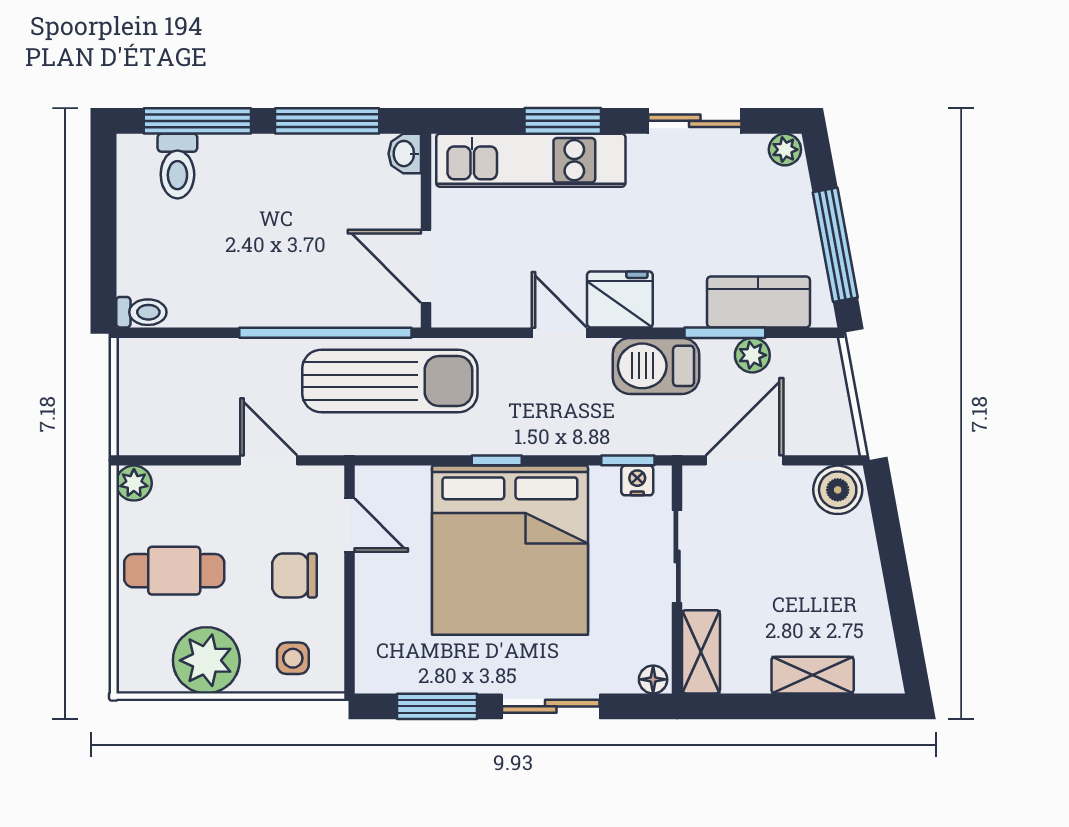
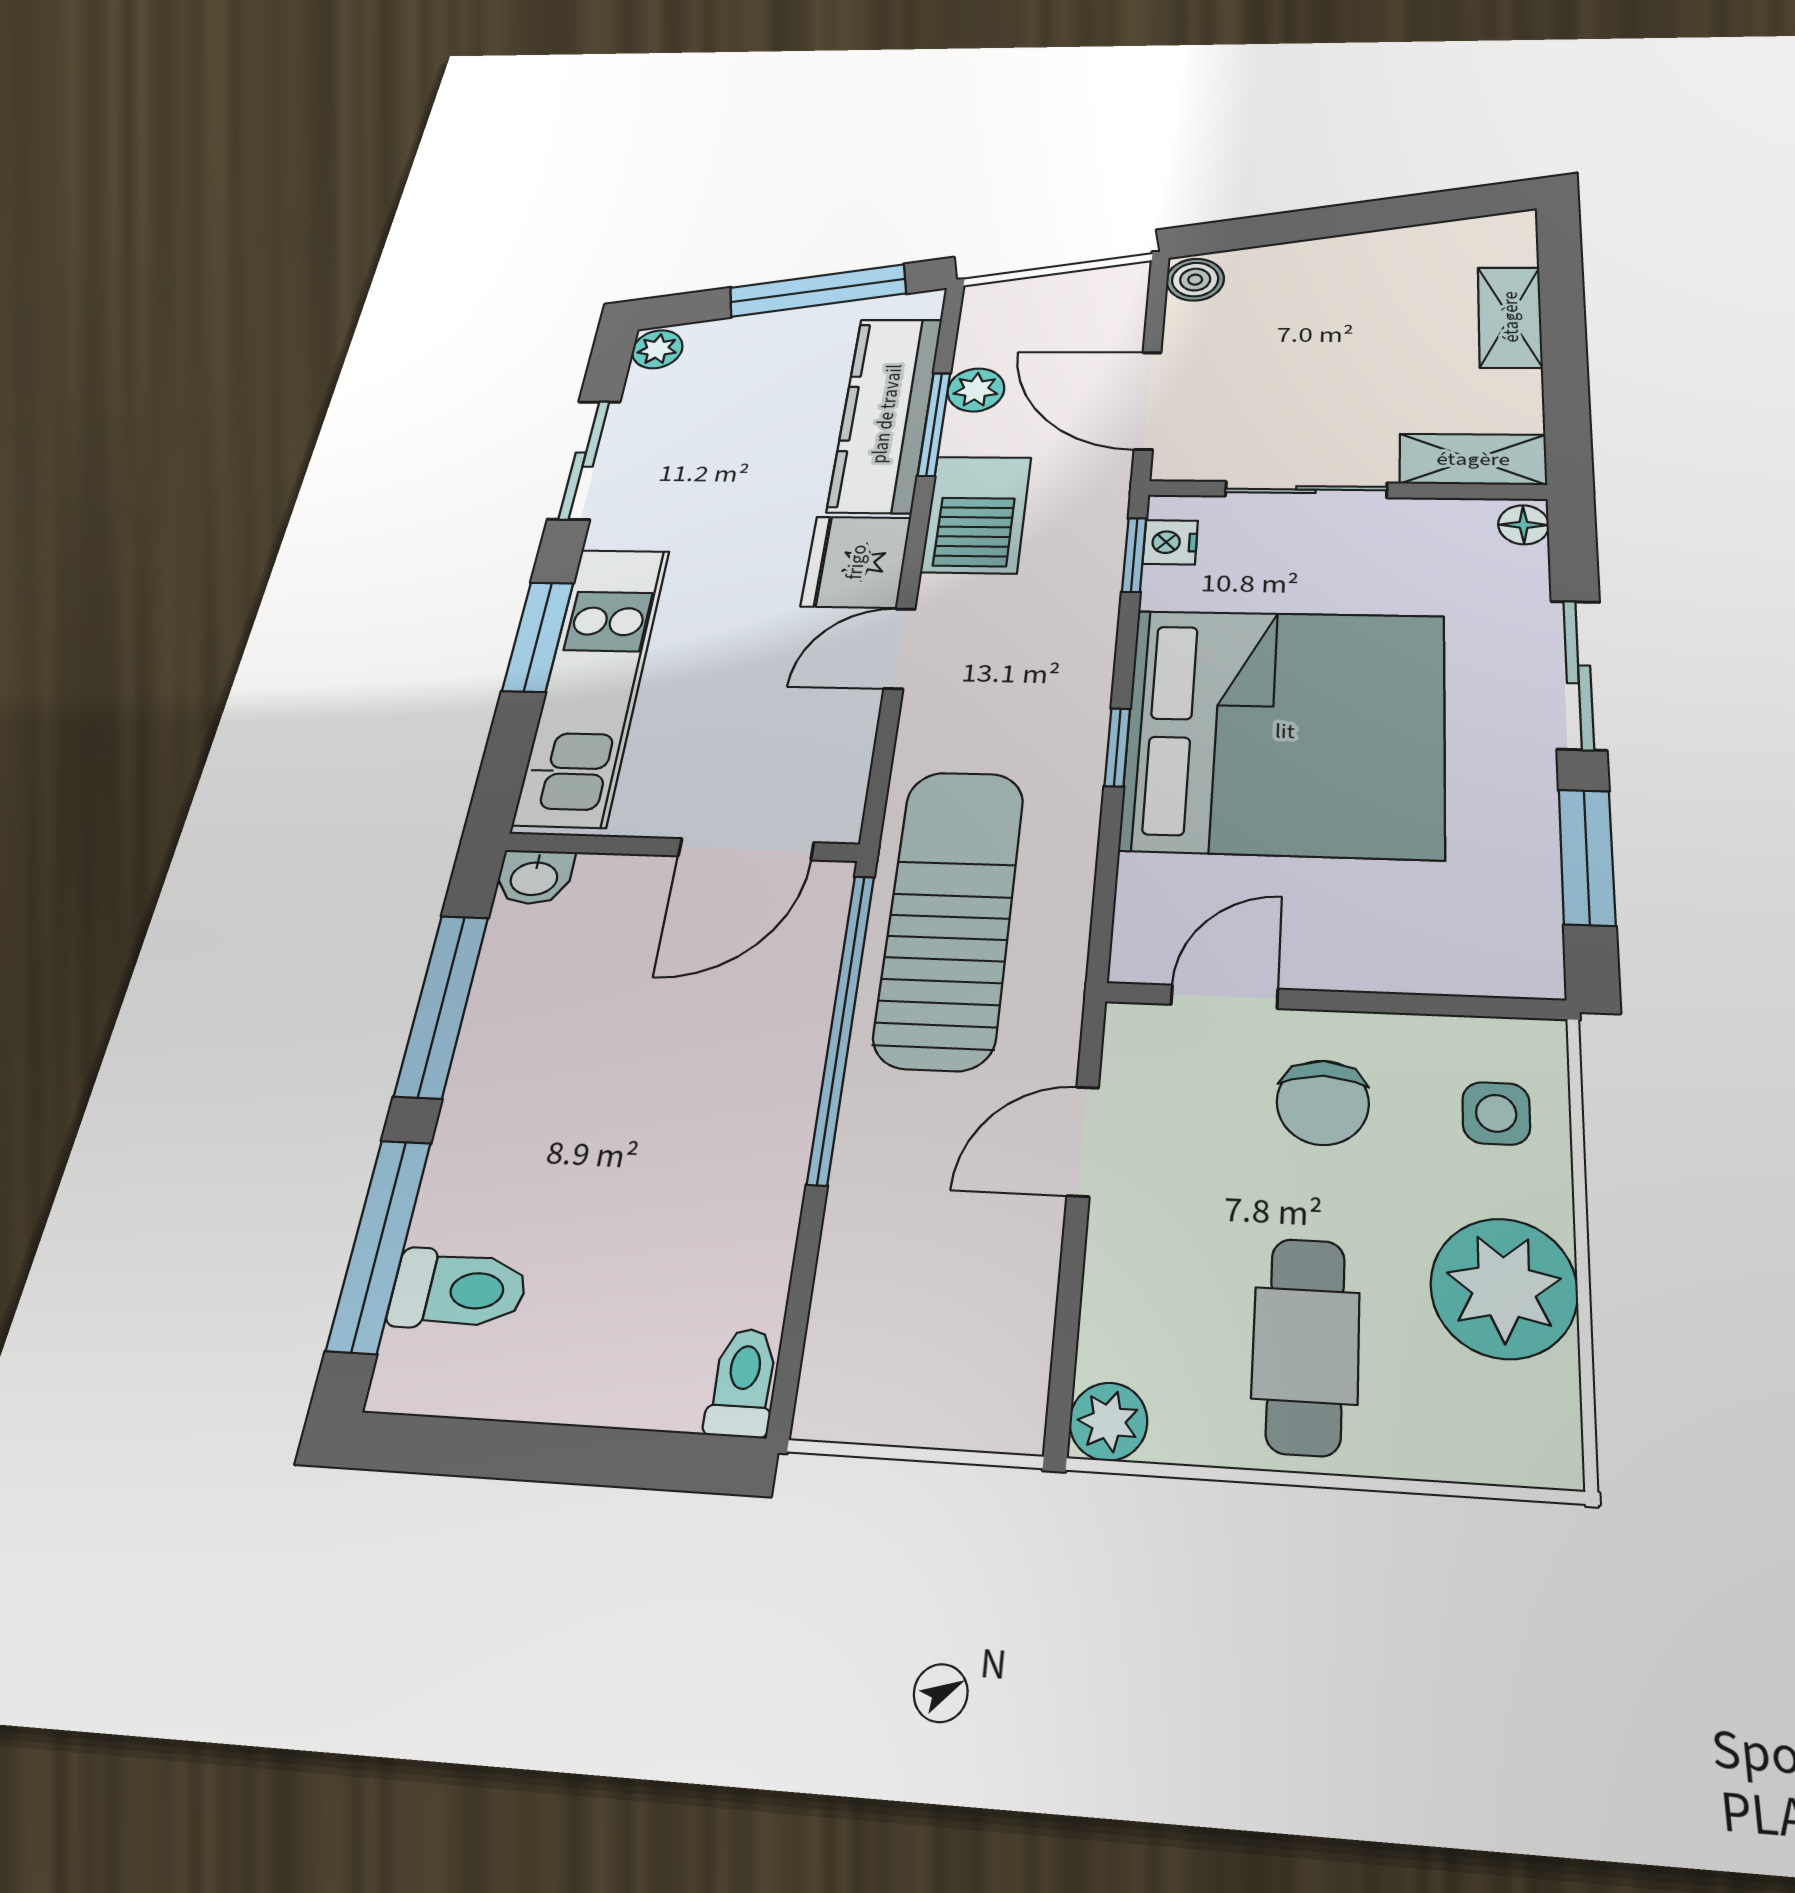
kitchen counter: (758, 302) -> (886, 414), width x1.50
boiler: (838, 490) -> (1195, 280), width x0.73, depth x0.73

